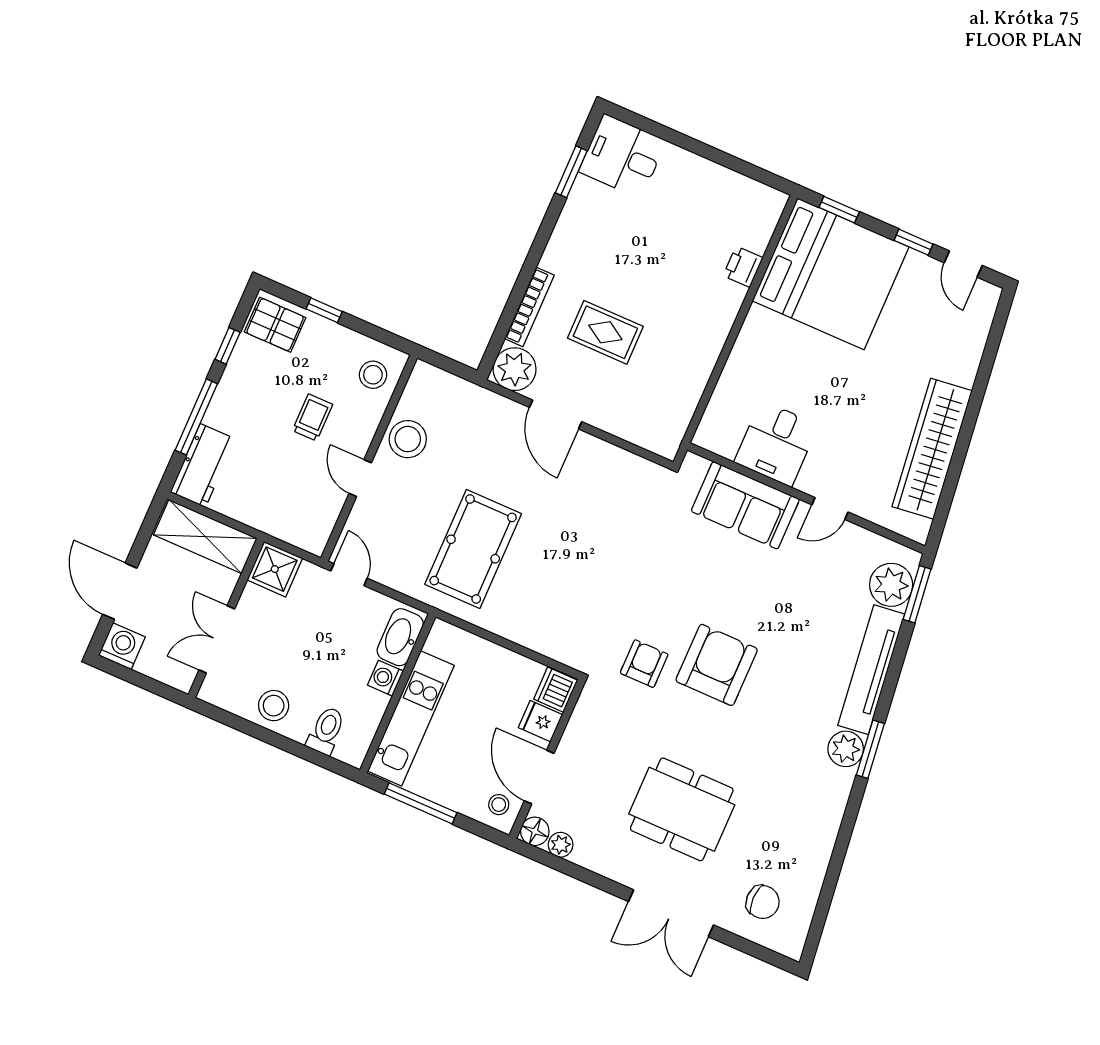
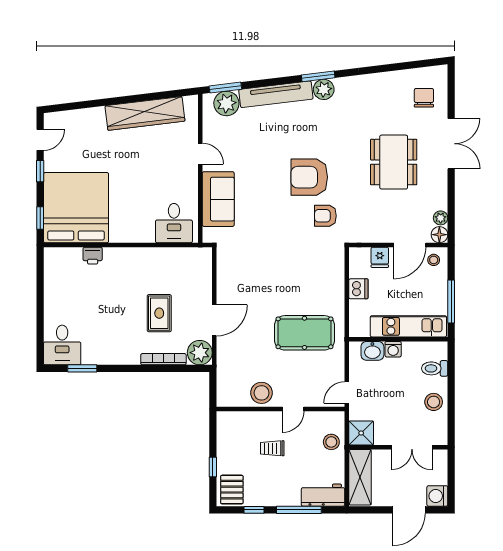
stool: (373, 375) -> (331, 442), moved
desk: (776, 444) -> (174, 223), moved, turned 90
washbasin: (400, 637) -> (372, 351), width x0.72
dishwasher: (556, 690) -> (358, 289), moved, turned -90

